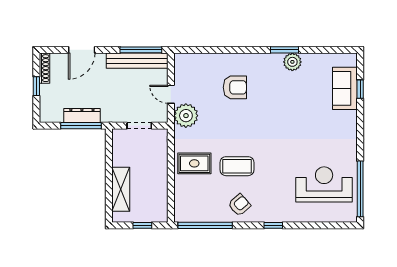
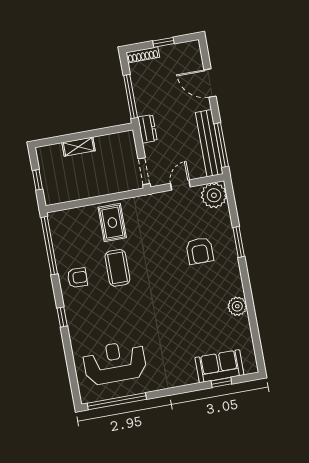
window: (284, 50) -> (239, 242), moved
shoe rack: (44, 68) -> (143, 55), moved
dresser: (82, 115) -> (147, 129), moved, width x0.70
plant: (186, 116) -> (214, 195), moved
doorway: (139, 126) -> (144, 171), moved
reception desk: (324, 184) -> (115, 363), turned -90
shelving: (121, 189) -> (79, 147), width x0.67, depth x0.75
armchair: (239, 205) -> (77, 278), turned -47

